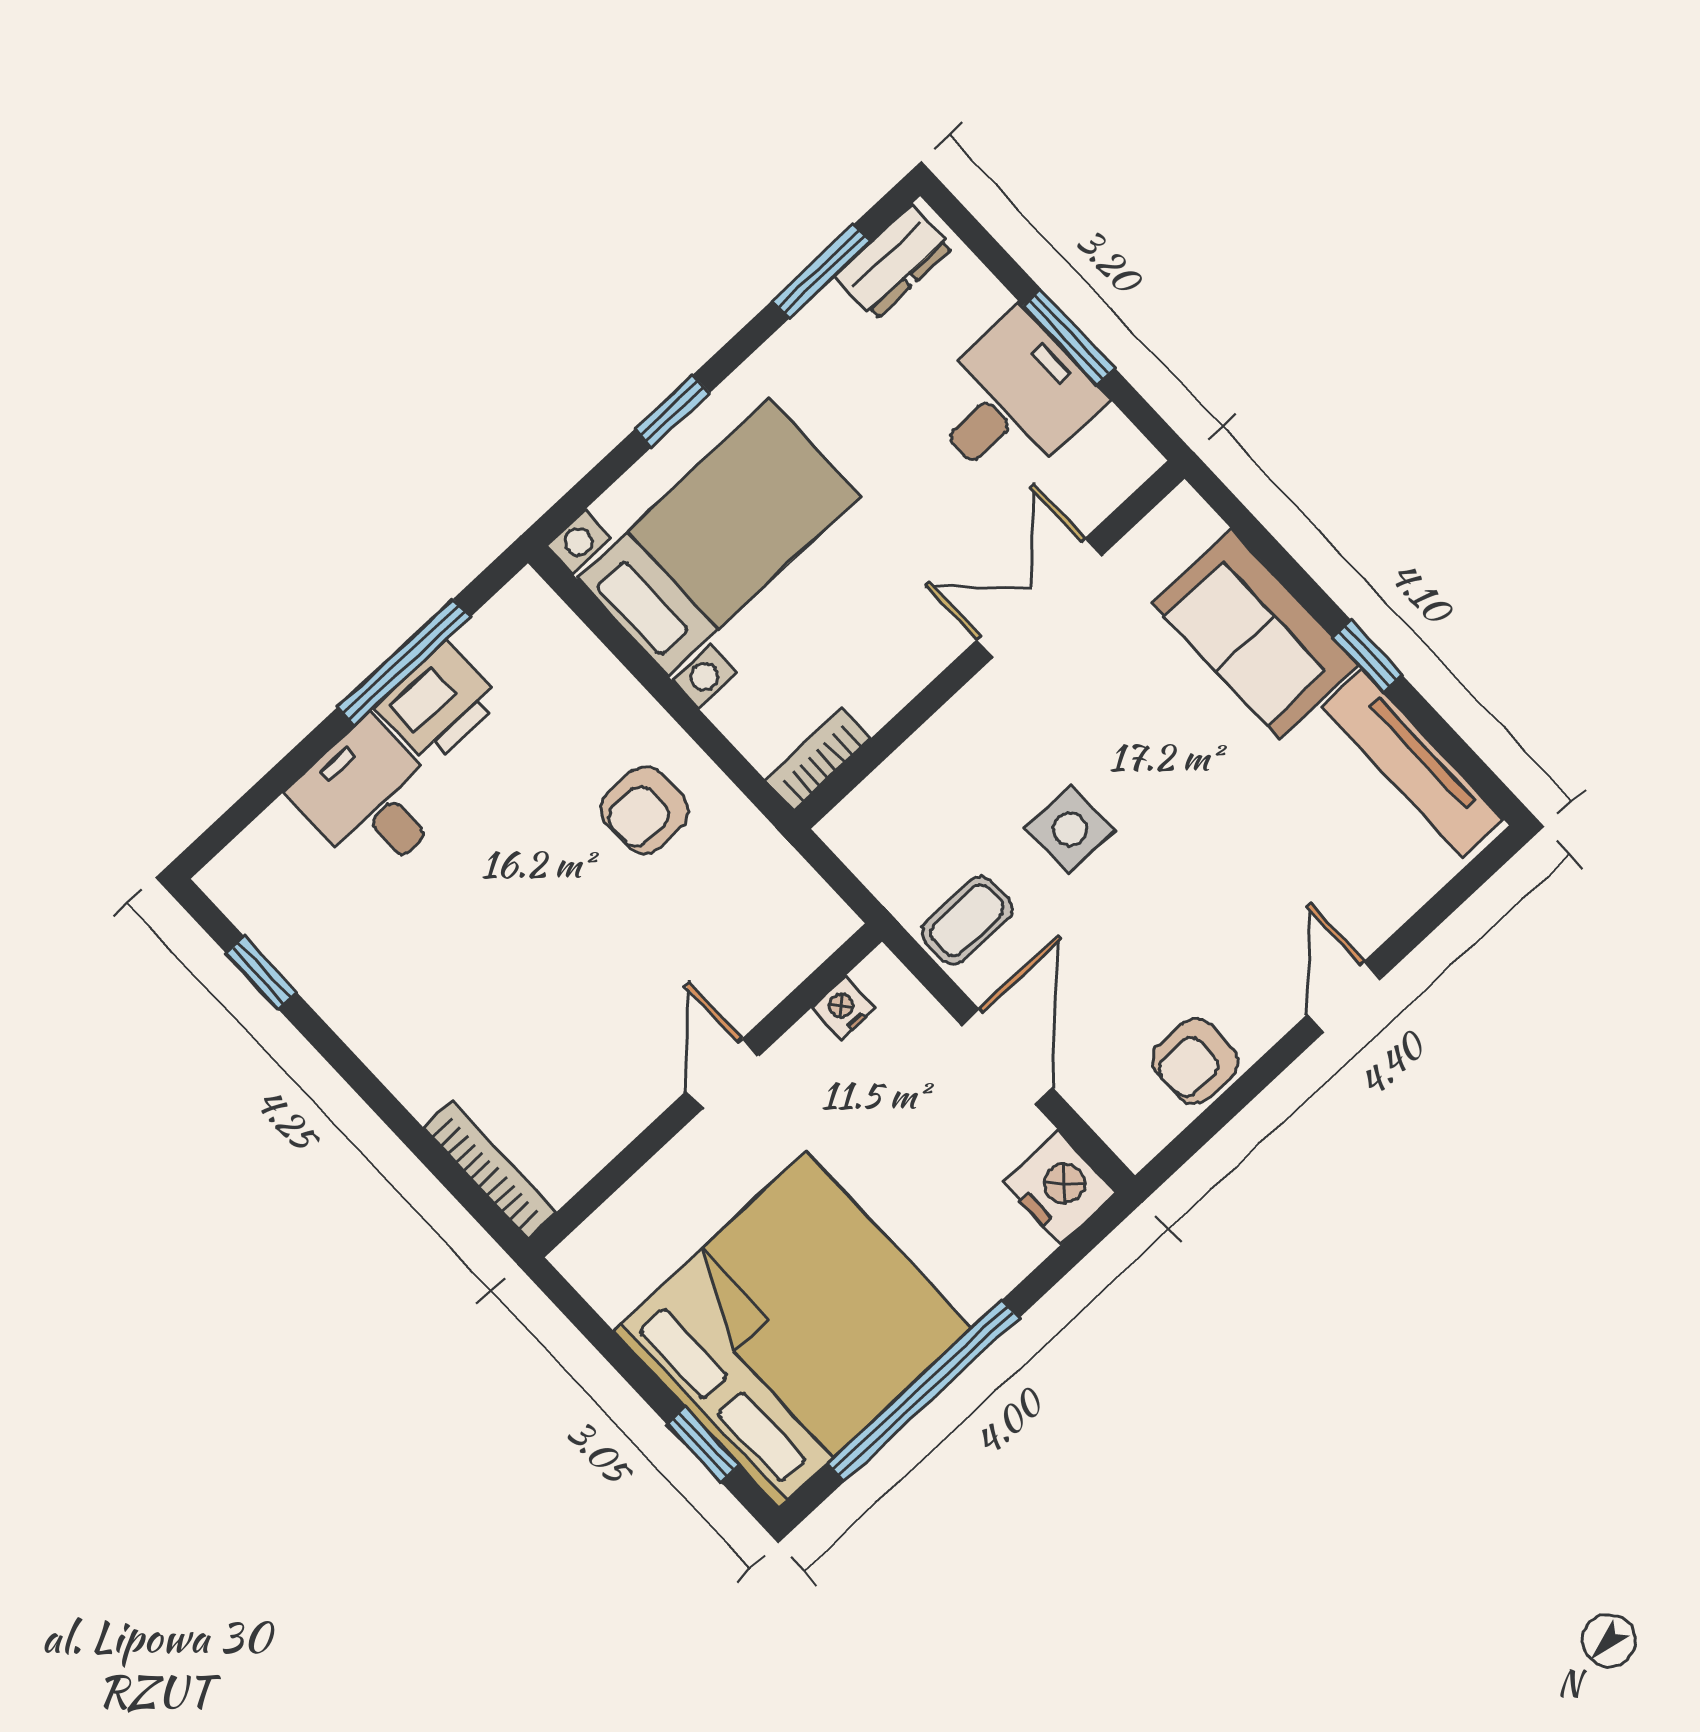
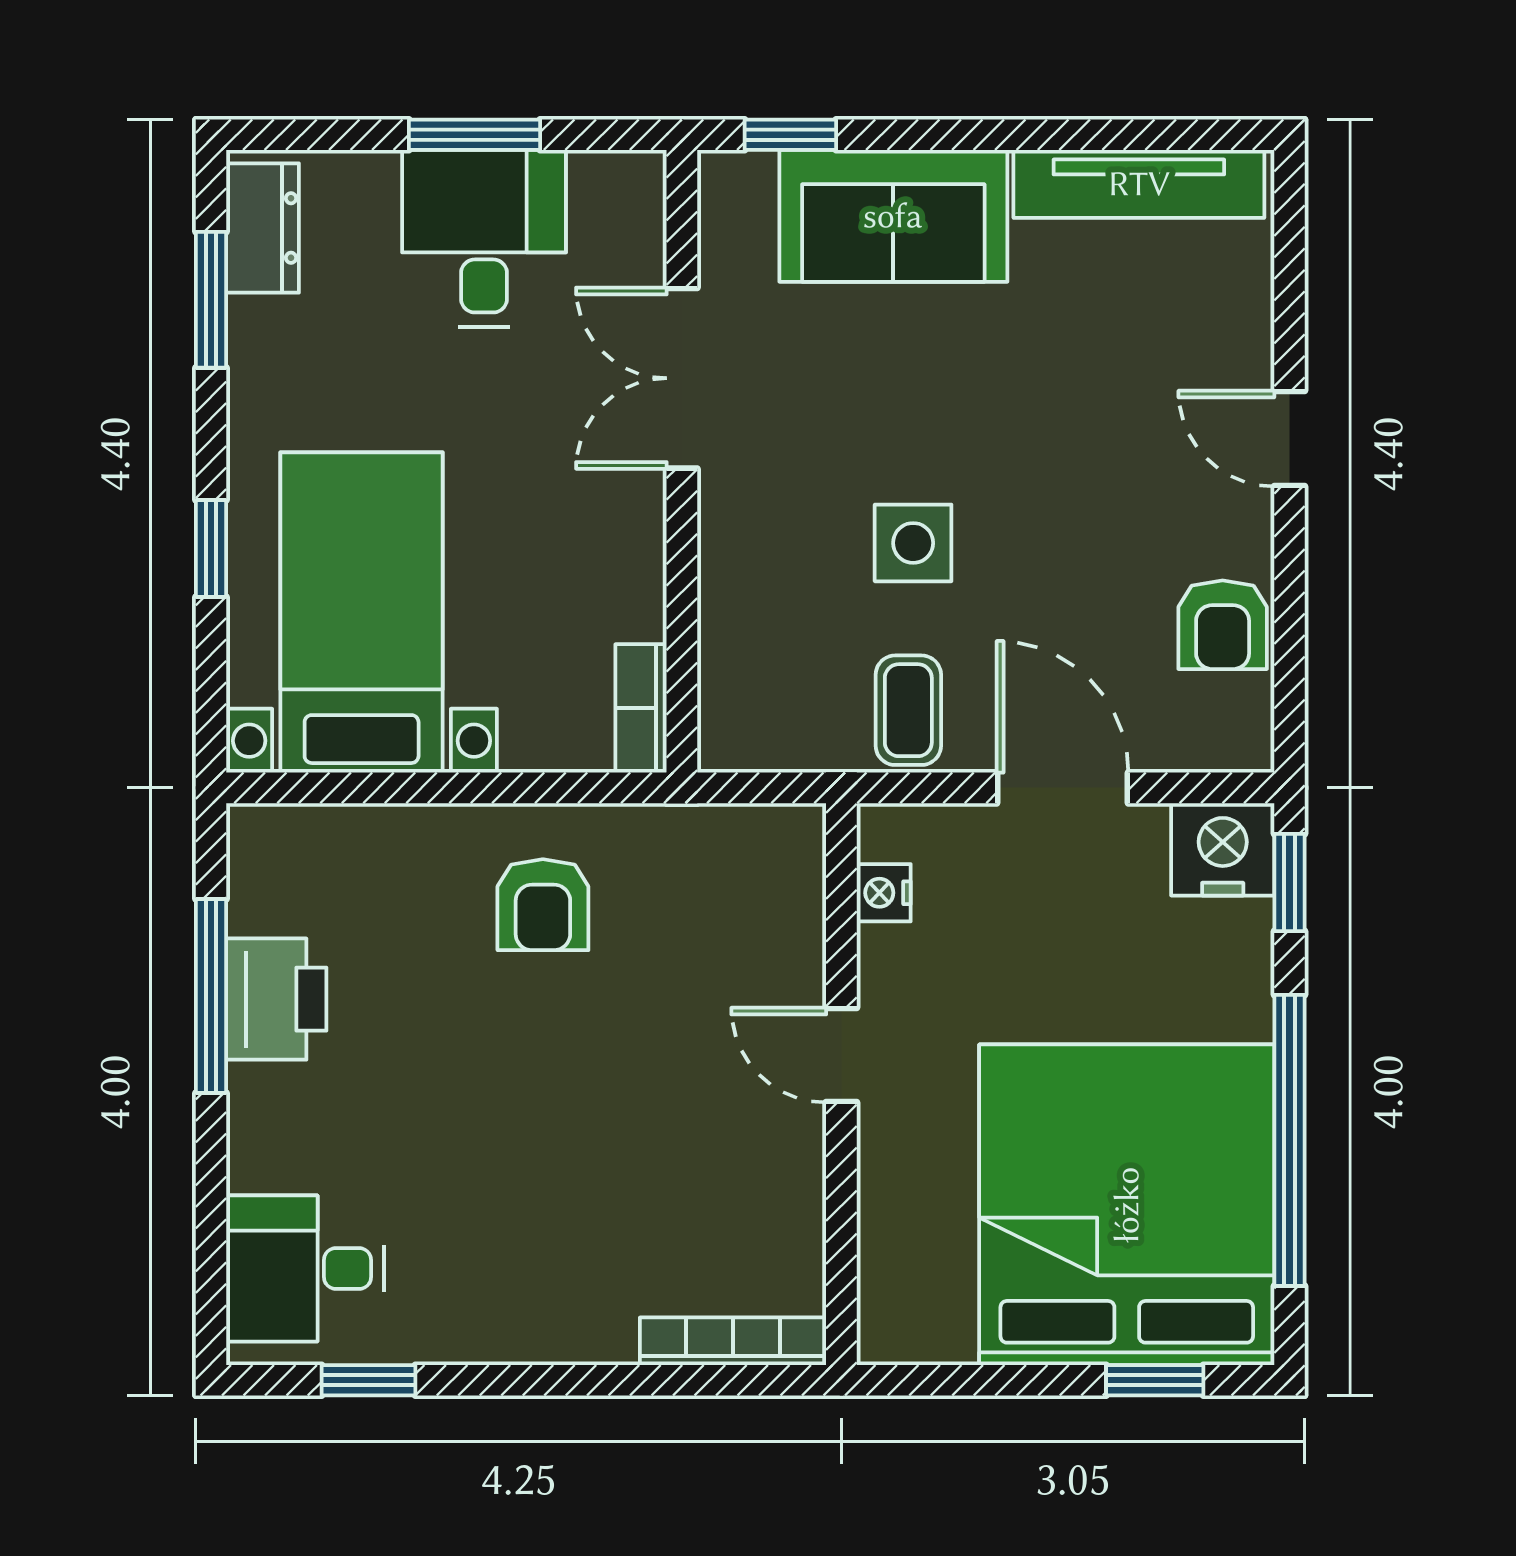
window: (1368, 656) -> (790, 135), moved
desk: (371, 799) -> (305, 1269), moved
window: (1078, 1246) -> (1289, 883), added

